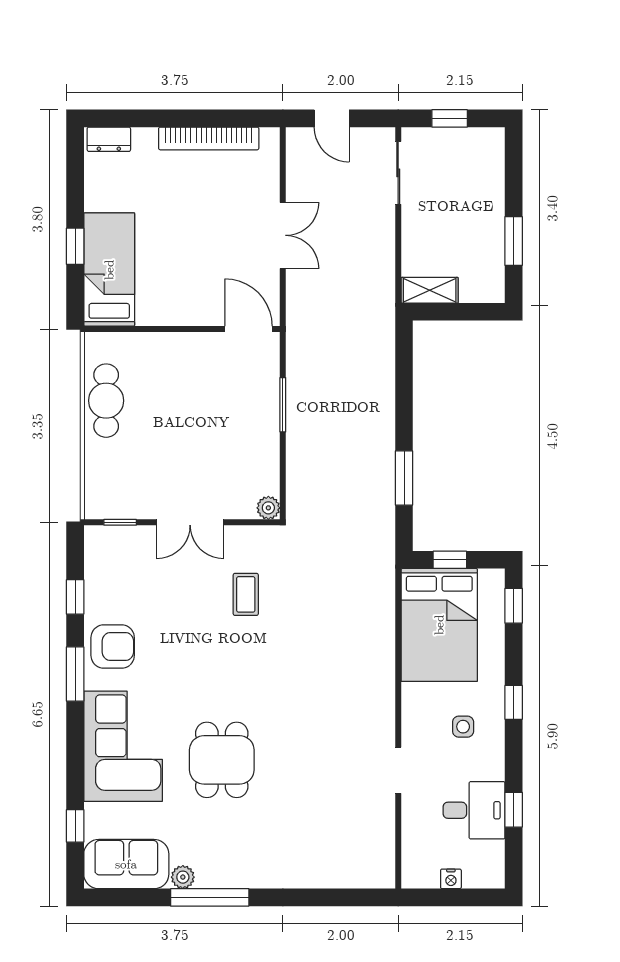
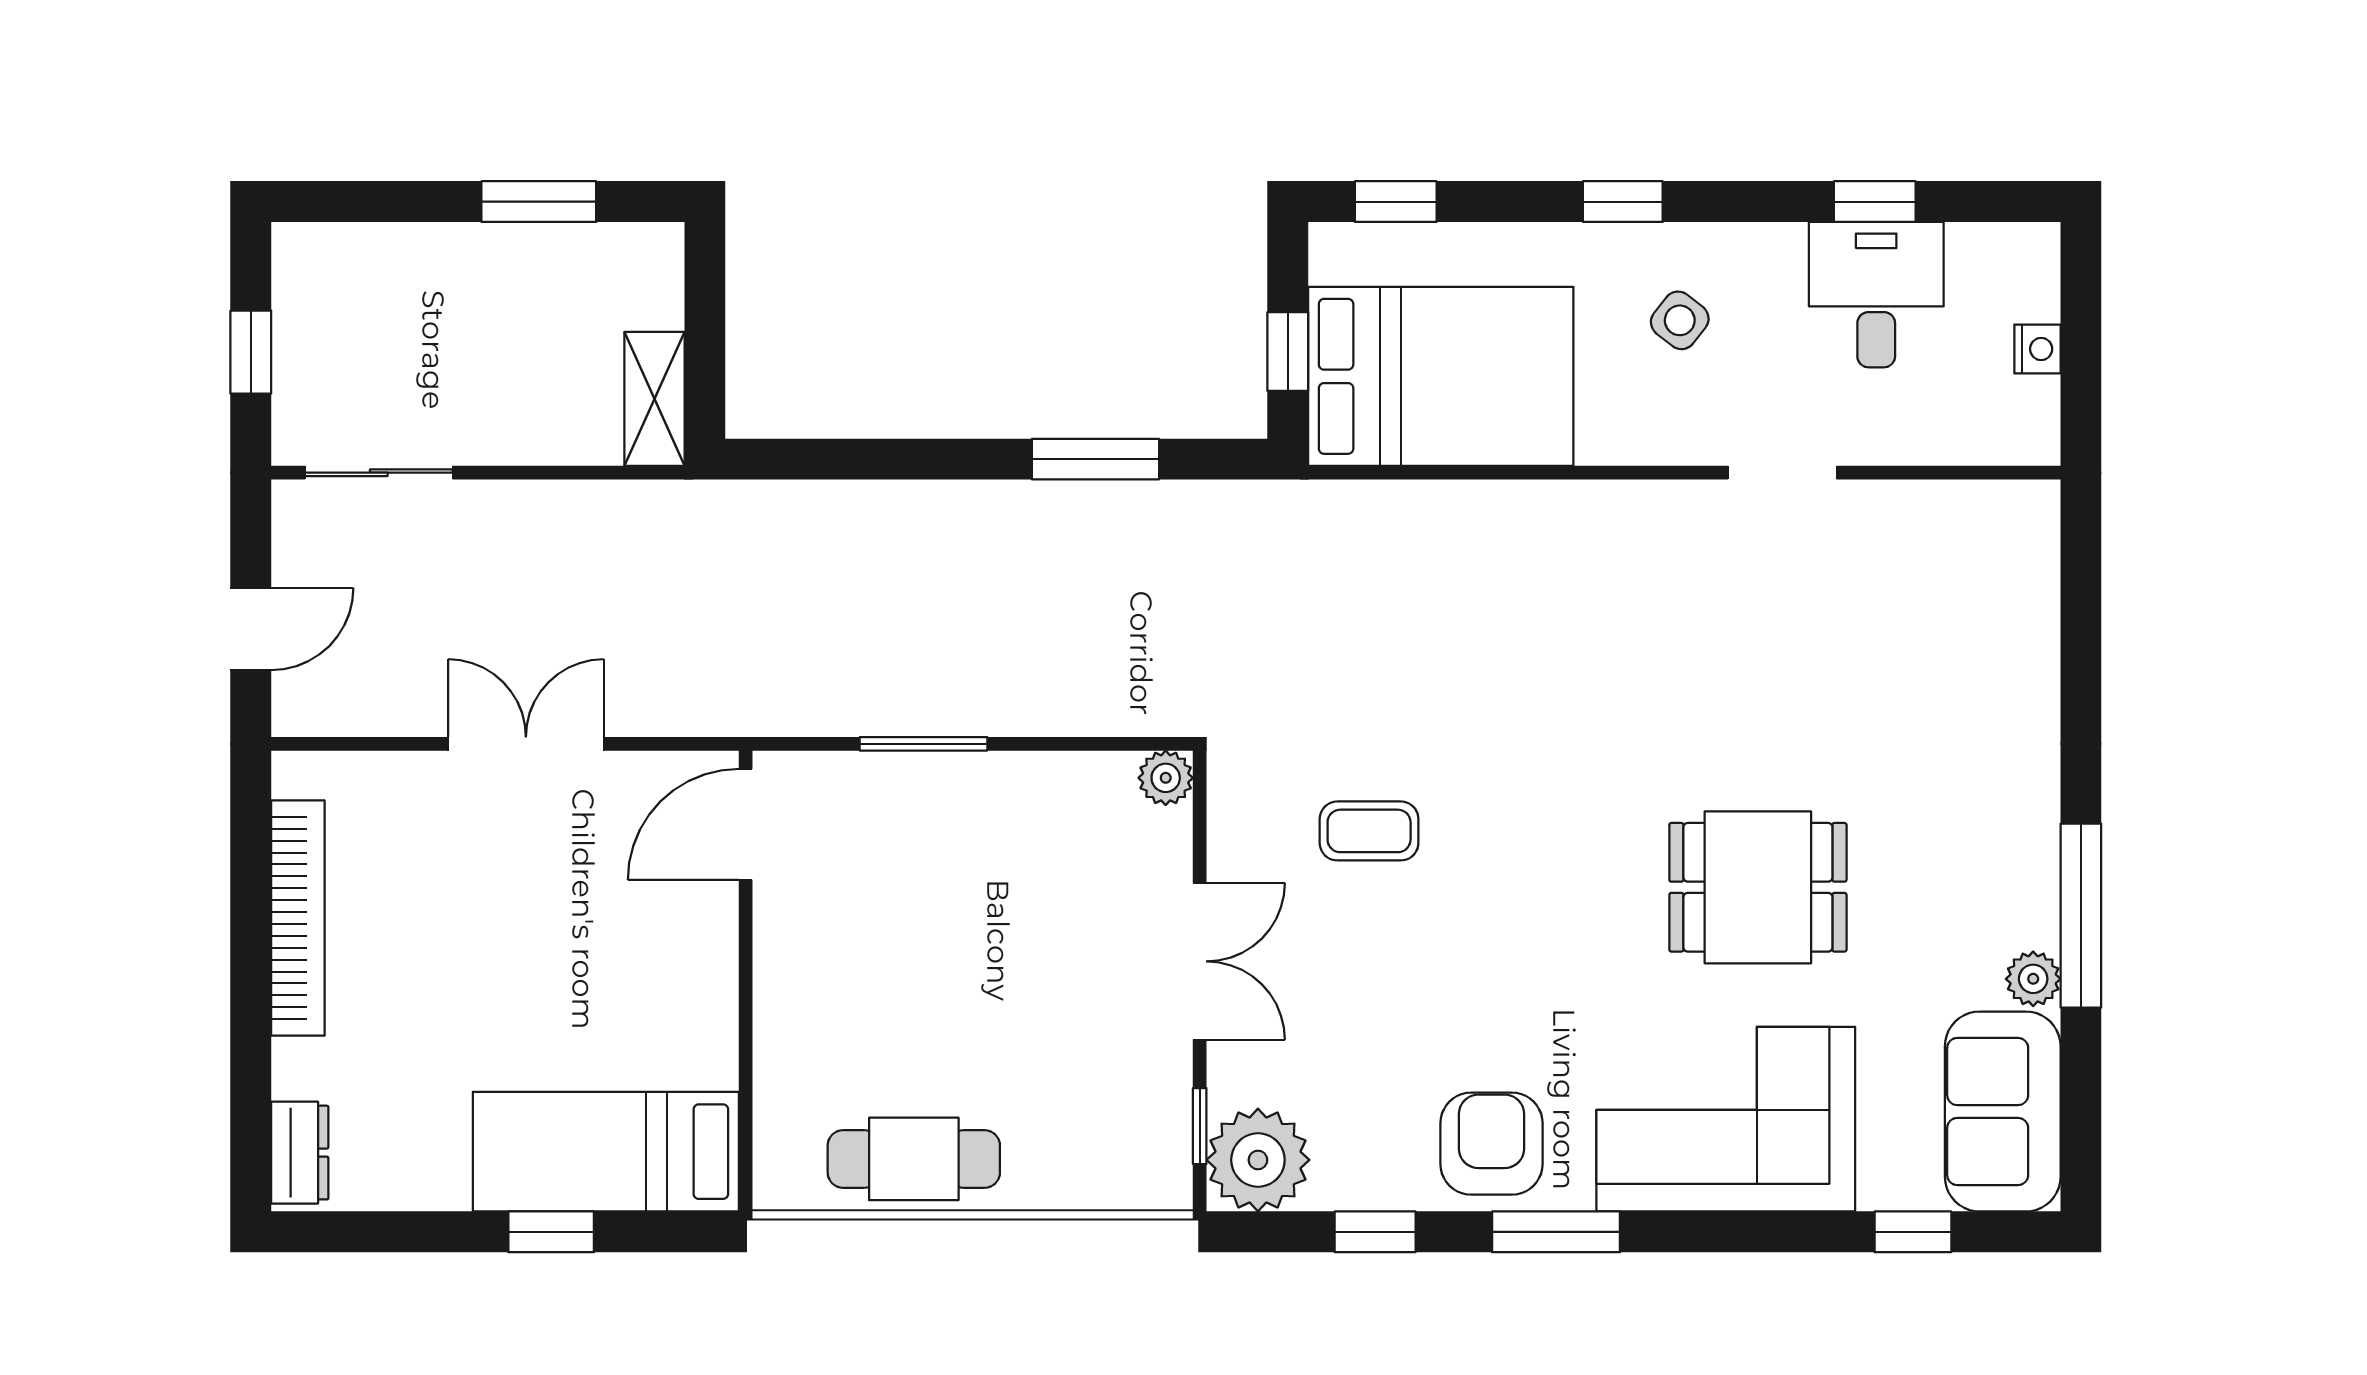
plant: (106, 547) -> (1258, 1160), added
side table: (463, 727) -> (1680, 320), turned 38

